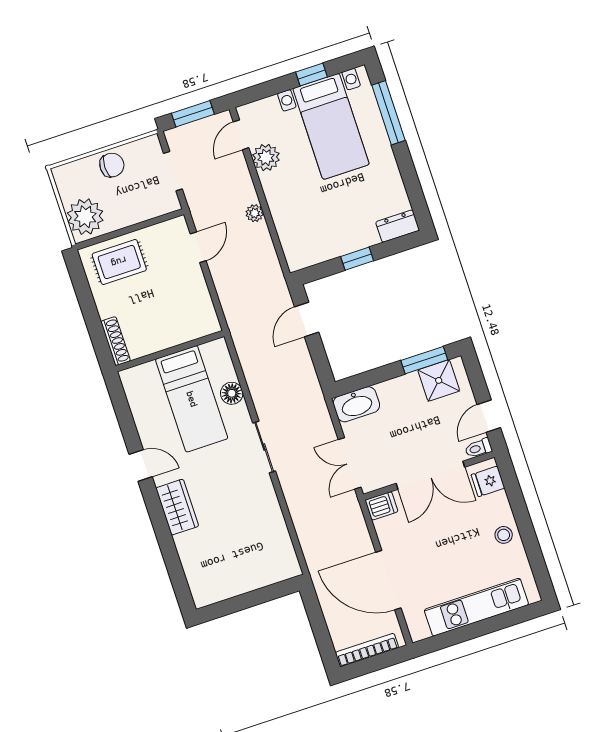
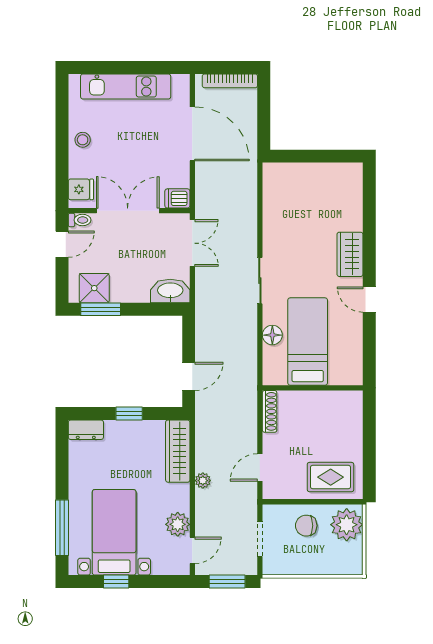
chair: (112, 165) -> (306, 526), moved
wardrobe: (292, 236) -> (178, 451), added
shoe rack: (116, 341) -> (270, 411), moved, turned 180

